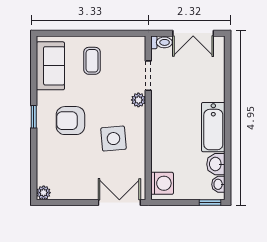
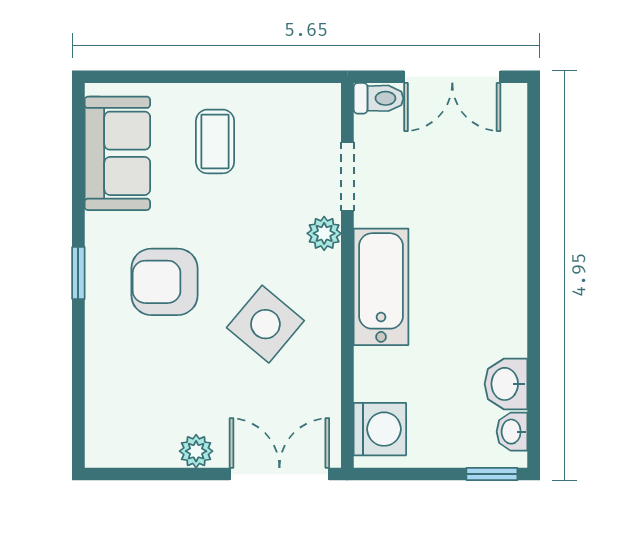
bathtub: (213, 127) -> (381, 287), moved, turned 180
side table: (113, 139) -> (265, 324), turned 45
plant: (44, 193) -> (196, 451), moved

